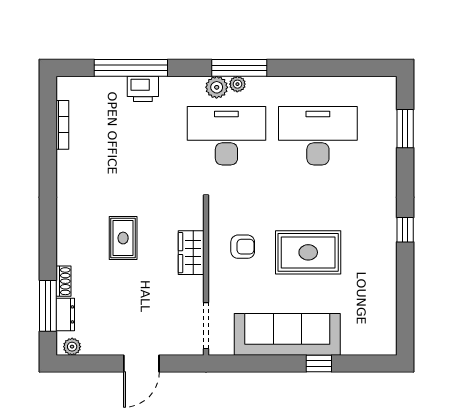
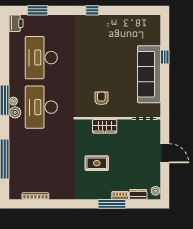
printer: (143, 89) -> (16, 23), moved
rug: (308, 252) -> (105, 63), removed
window: (48, 306) -> (112, 204), moved

